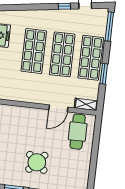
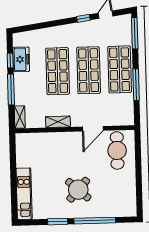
window: (104, 74) -> (136, 85), width x1.44
shelving: (86, 104) -> (58, 122), moved

